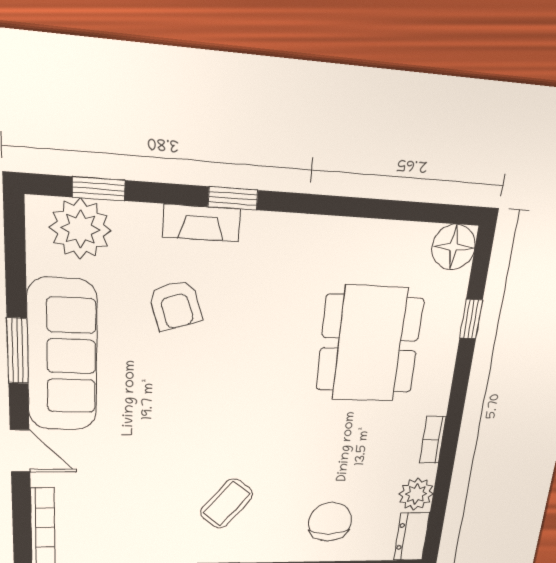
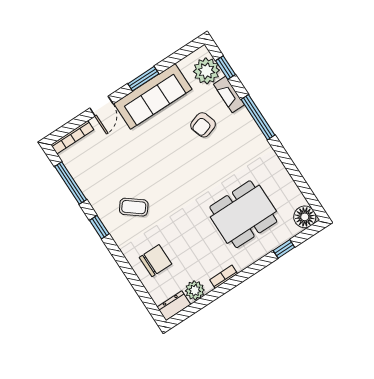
window: (233, 198) -> (258, 117), width x2.17
fireplace: (201, 223) -> (229, 94), moved

